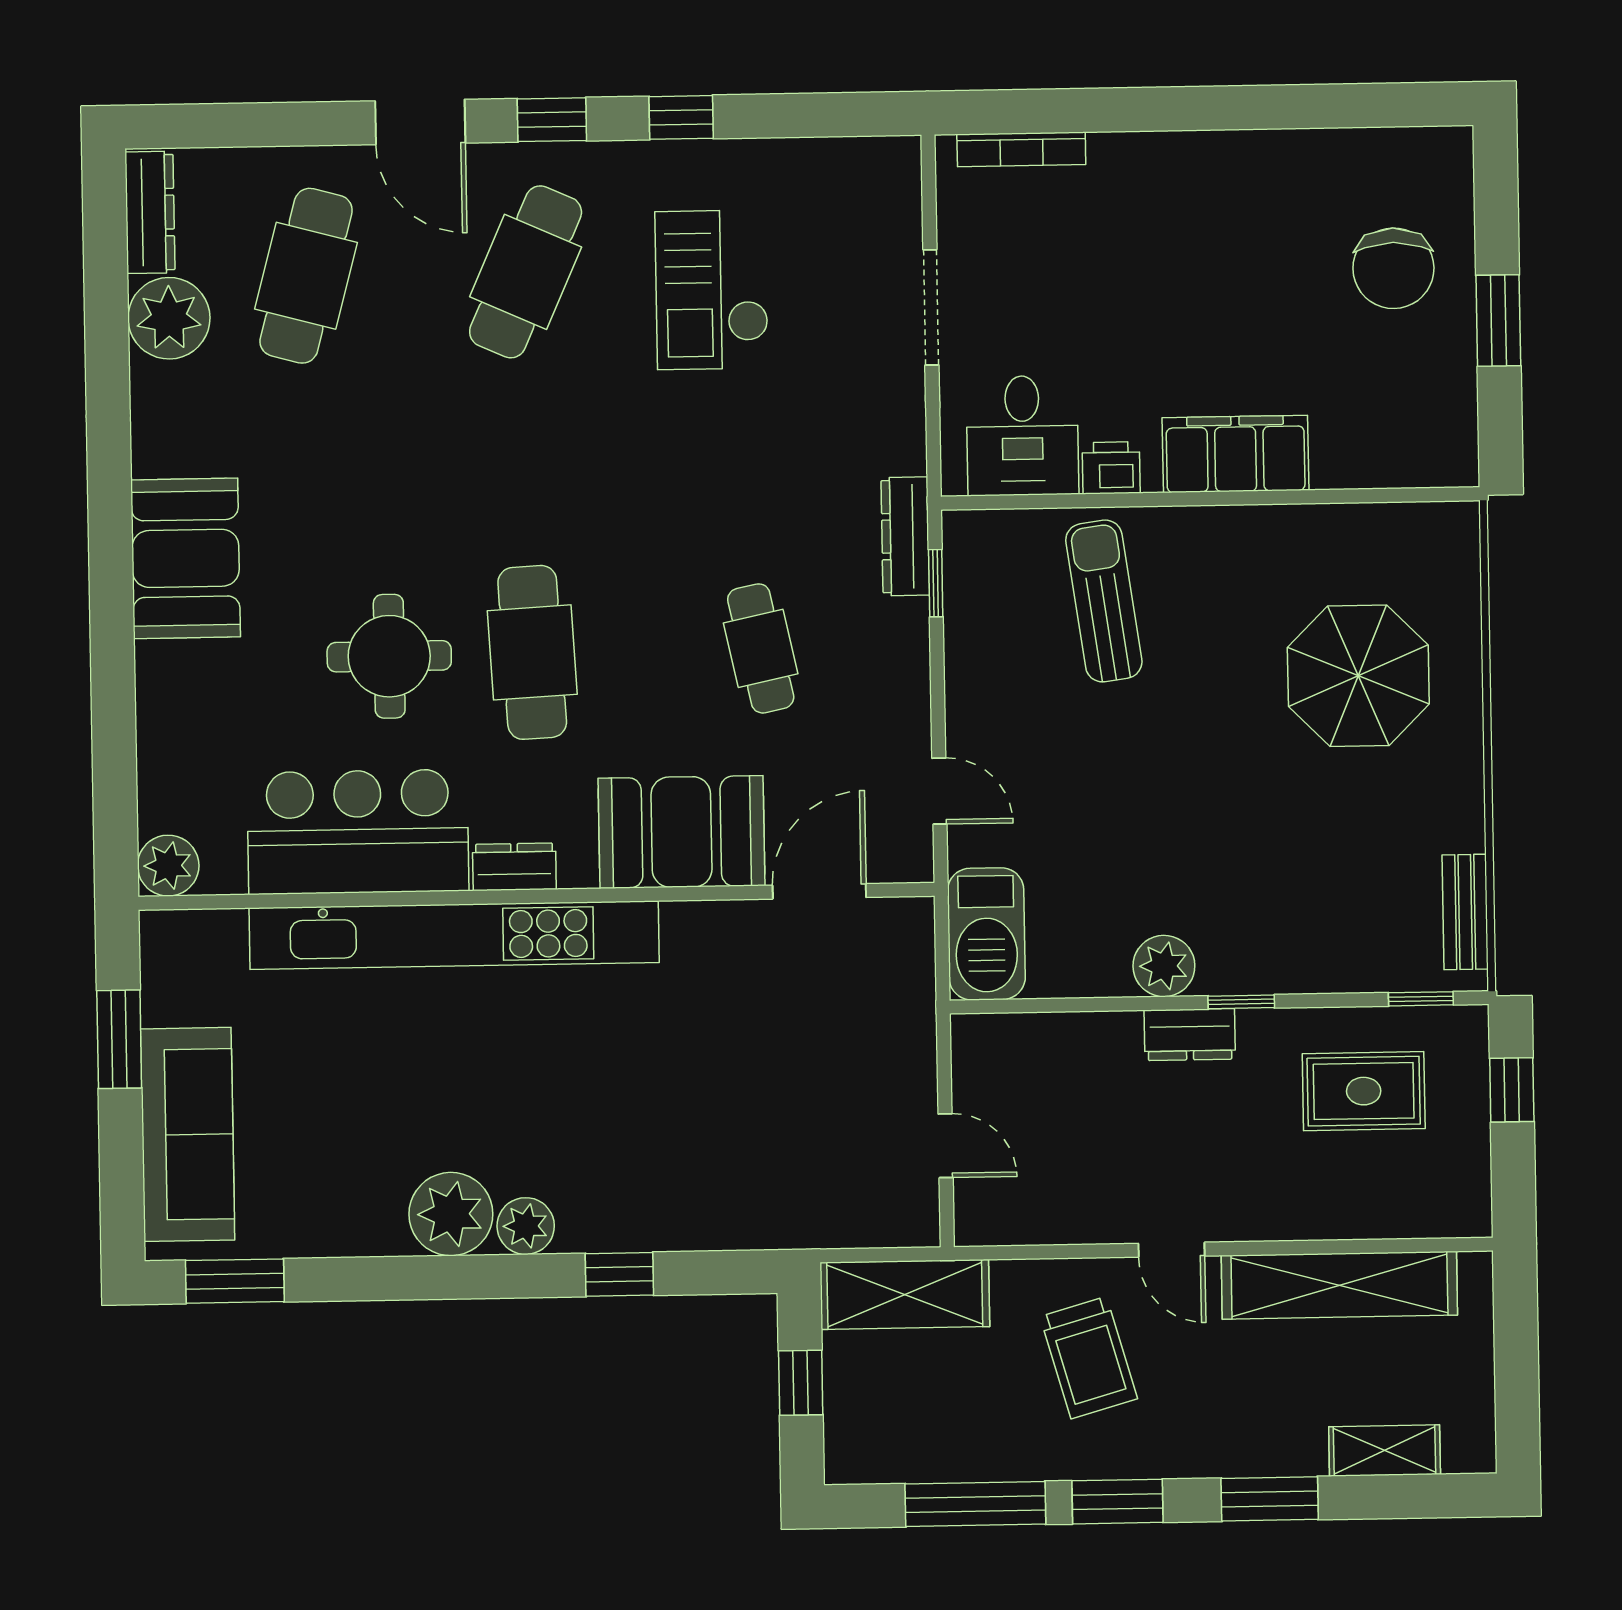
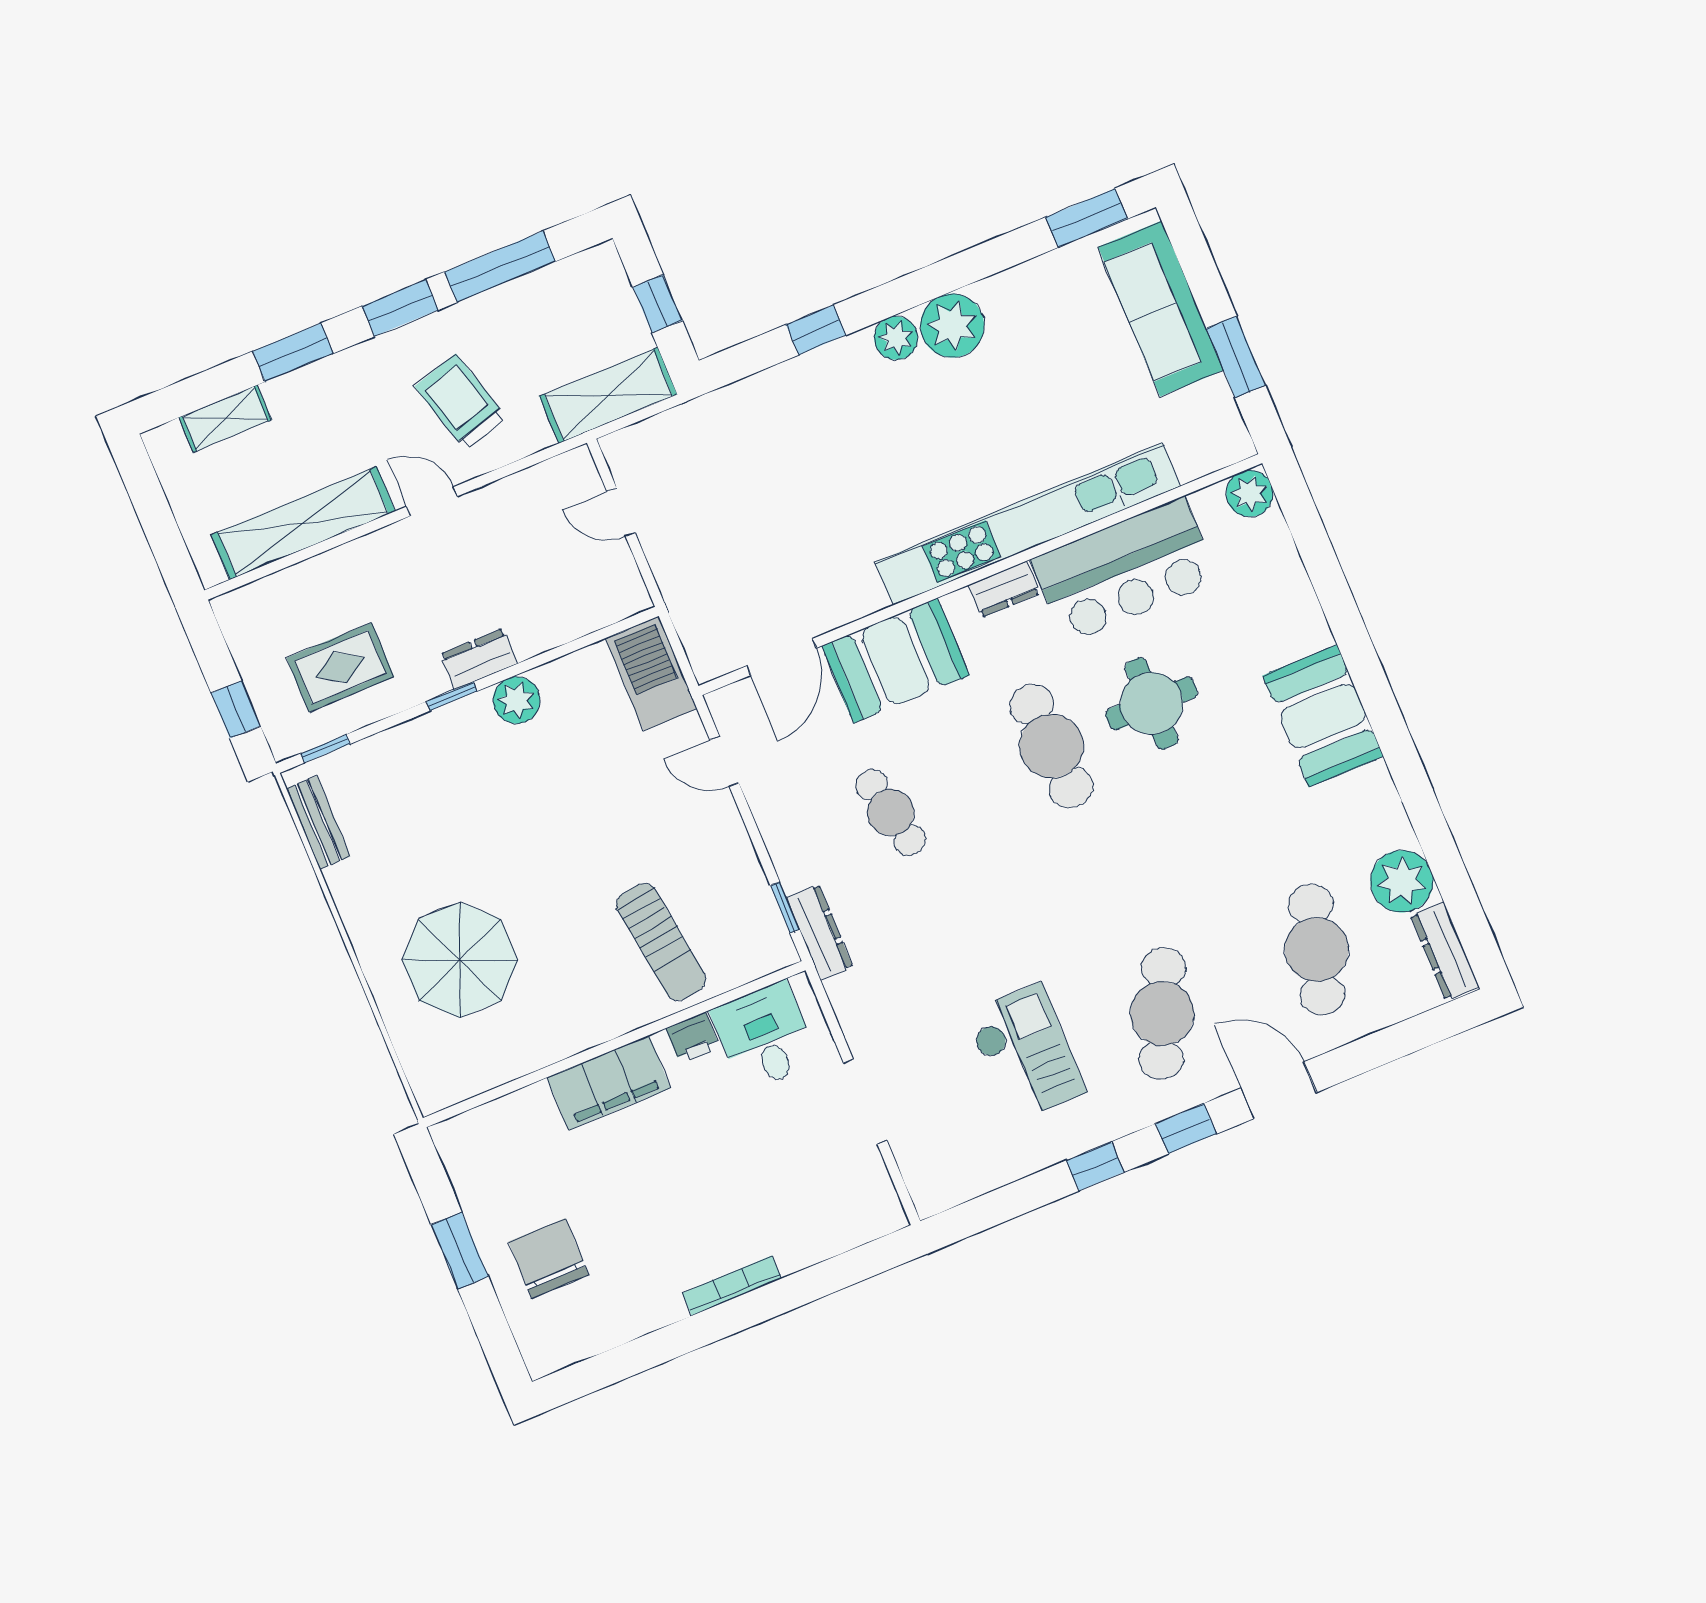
bookcase: (1021, 149) -> (732, 1286), moved

